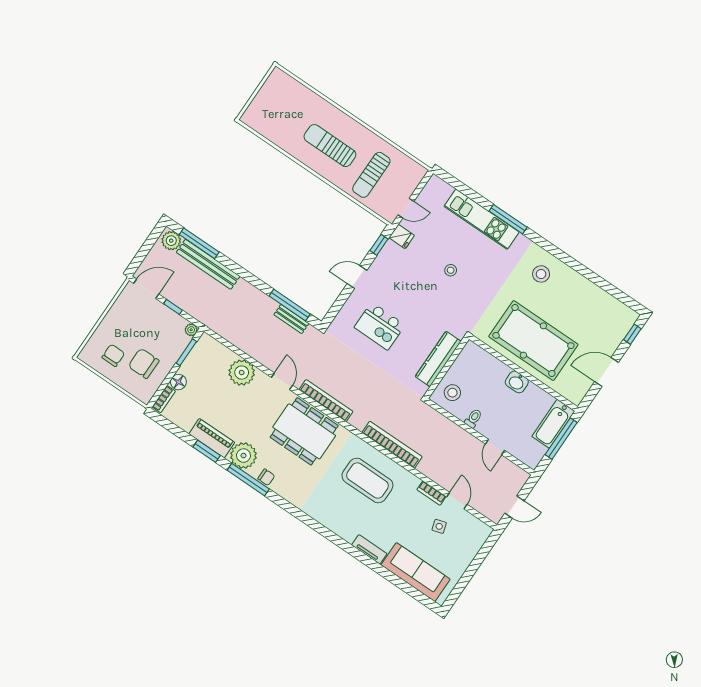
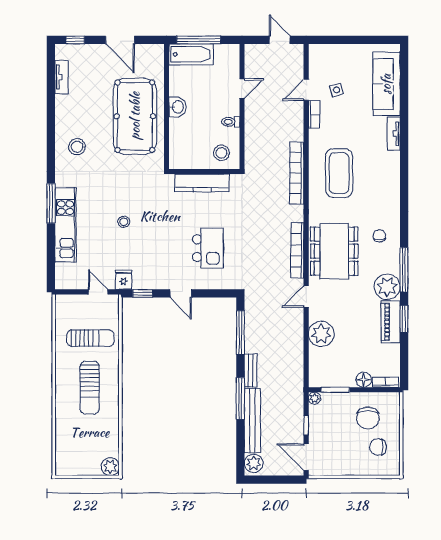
plant: (251, 117) -> (110, 467), added
window: (199, 243) -> (240, 398), moved
tv unit: (609, 301) -> (61, 77), added
bench: (291, 319) -> (251, 370), moved
chair: (266, 477) -> (379, 236), moved

